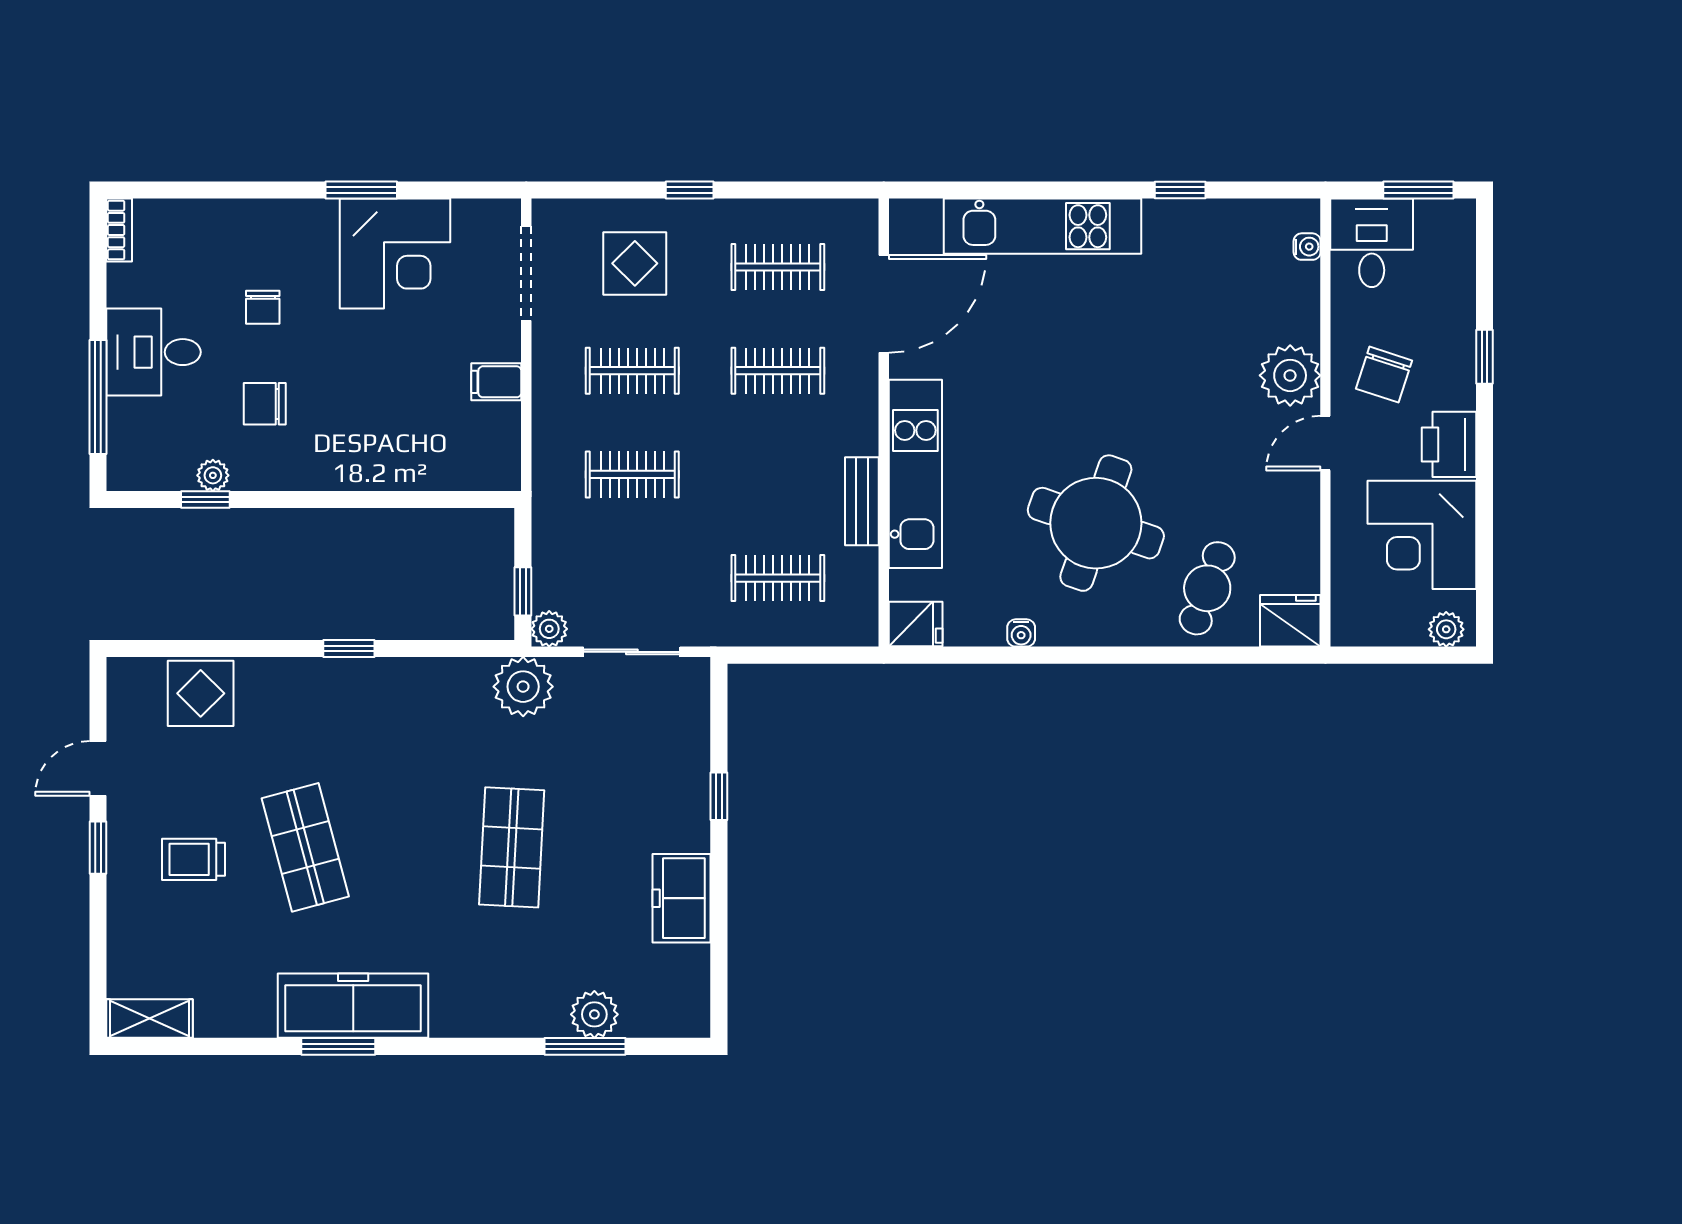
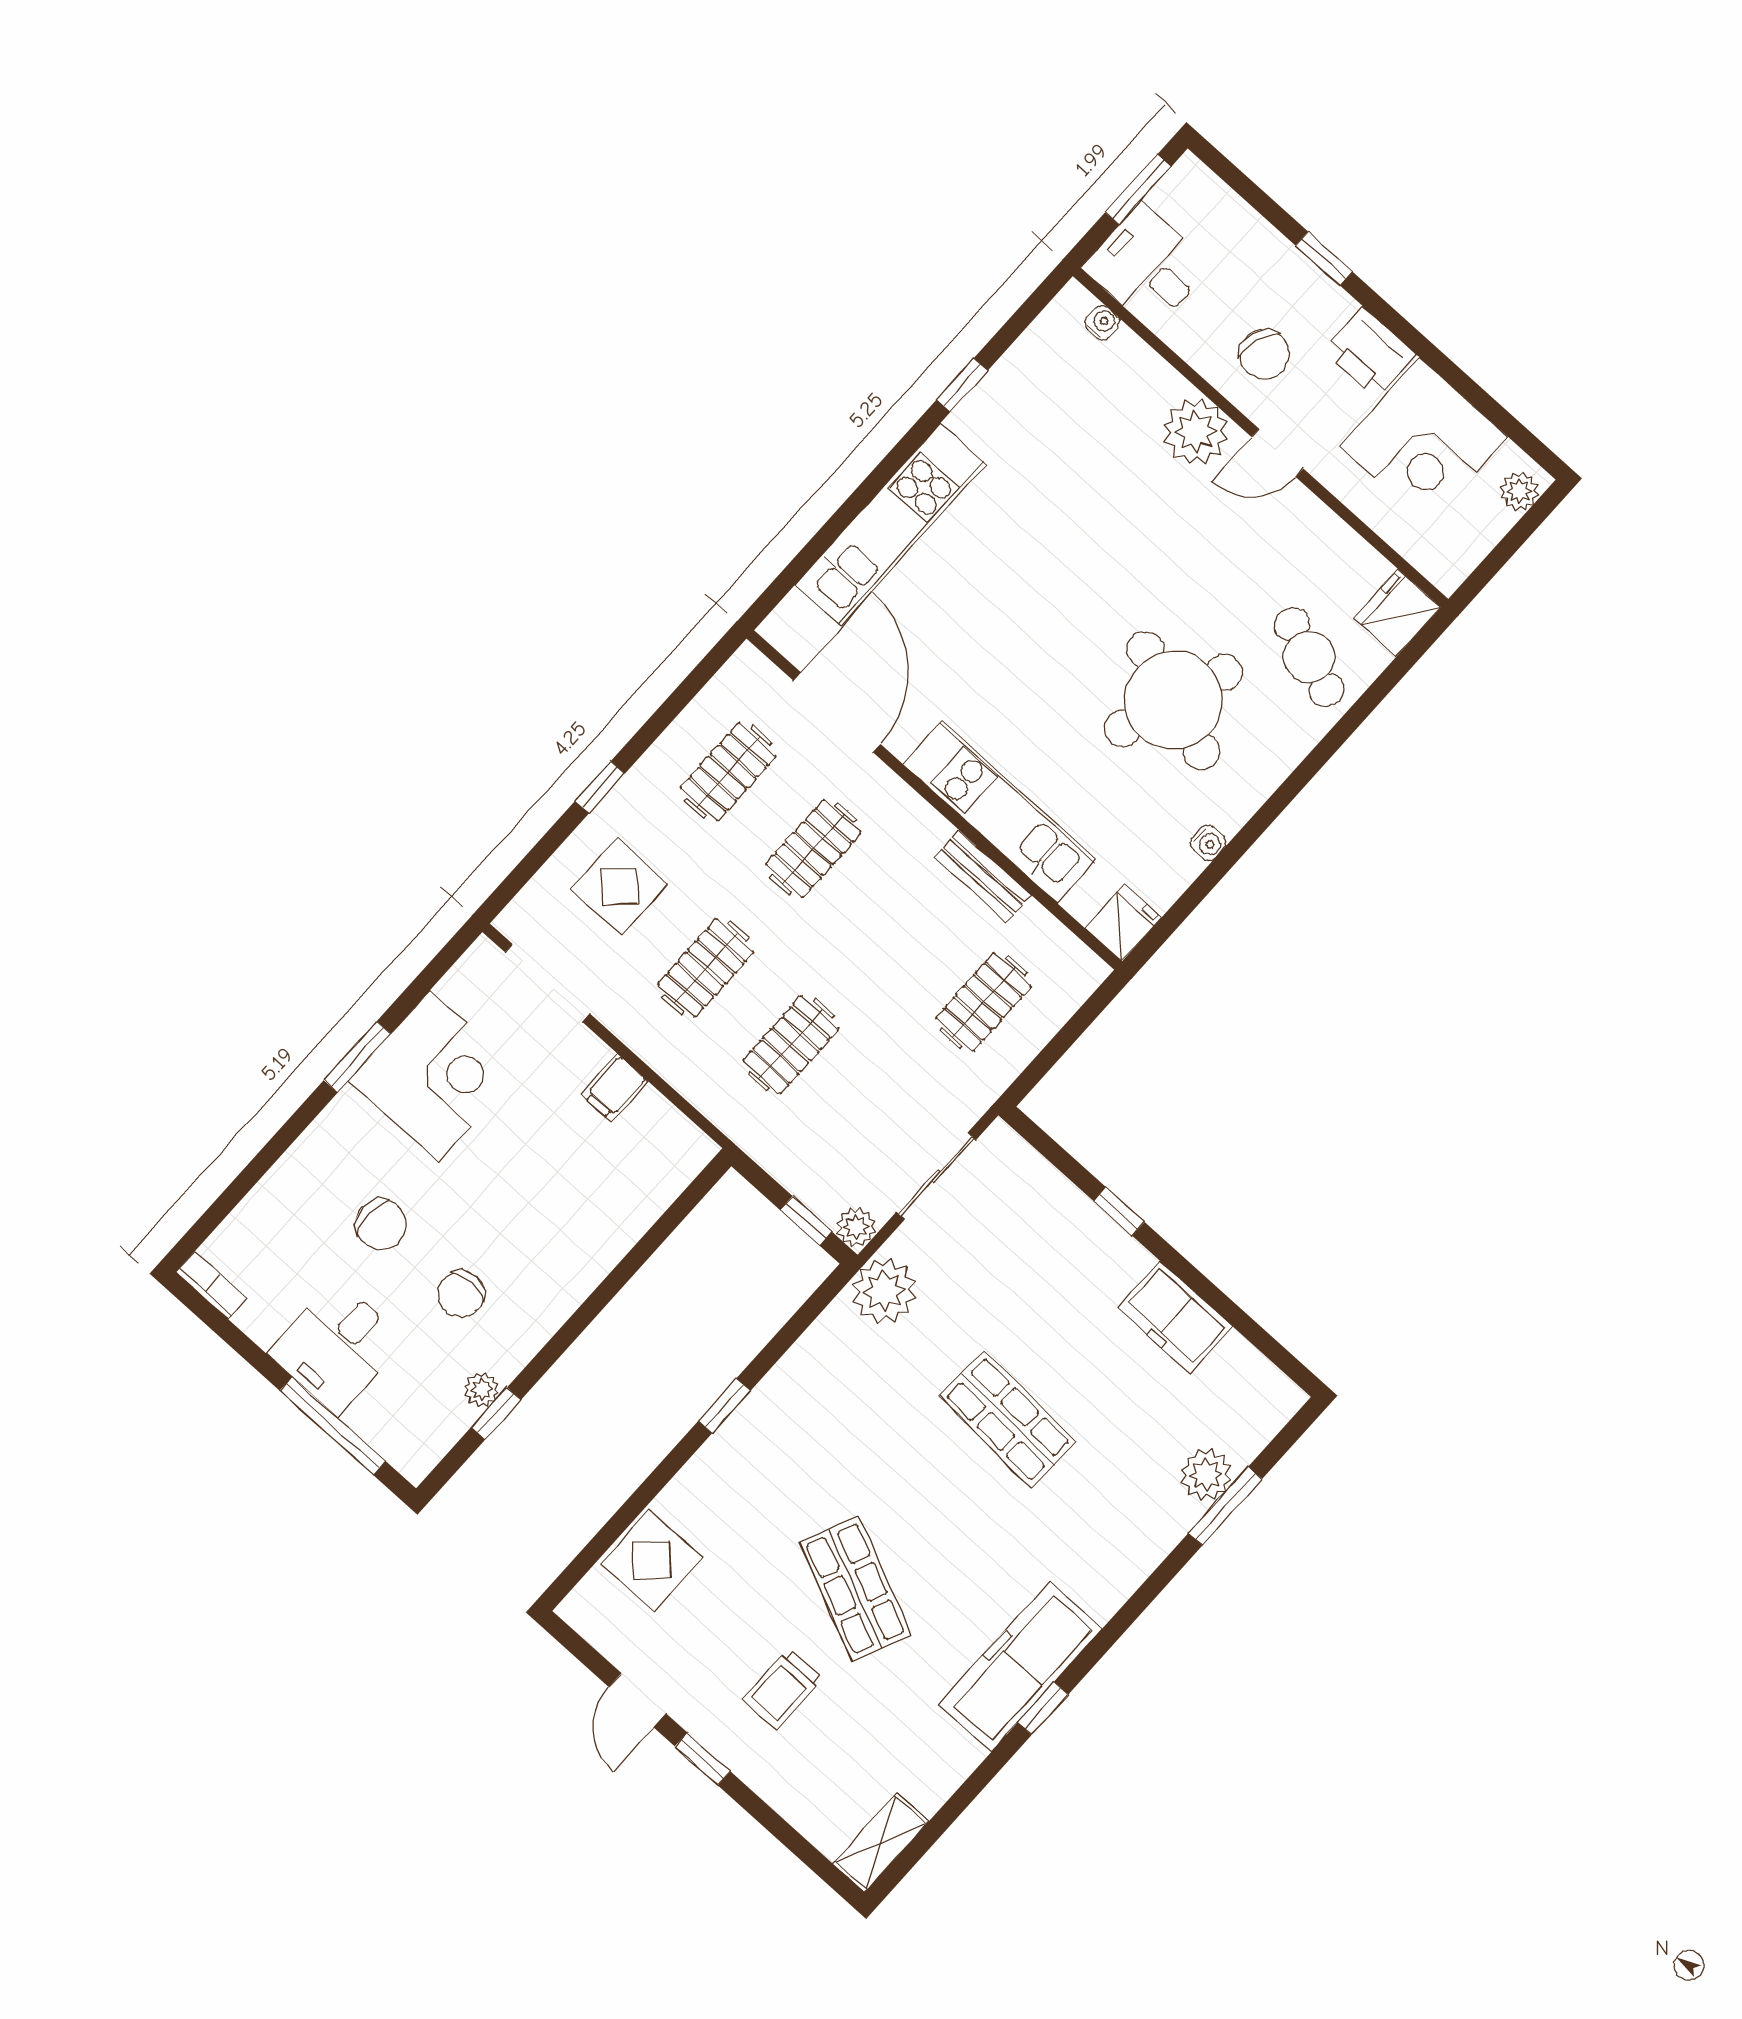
chair: (263, 307) -> (381, 1224), width x1.37, depth x1.37
door: (1325, 443) -> (1277, 453), hinge flipped
shop shelf: (305, 847) -> (855, 1589), turned 39
window: (338, 1046) -> (1043, 1709), width x0.67

